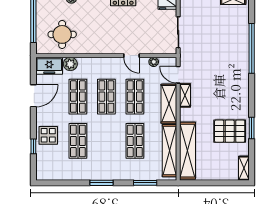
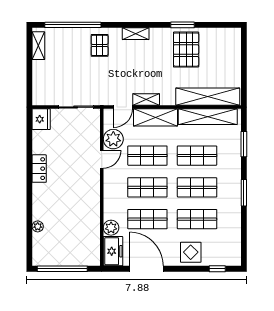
round table: (62, 34) -> (78, 237), removed
window: (252, 48) -> (73, 25), moved
pallet: (233, 54) -> (100, 45), added
plant: (154, 62) -> (113, 139), width x1.88, depth x1.88
door: (33, 96) -> (146, 269), width x1.36
shop shelf: (106, 141) -> (197, 187), added
window: (33, 146) -> (217, 269), moved
shelving: (244, 168) -> (136, 34), moved

